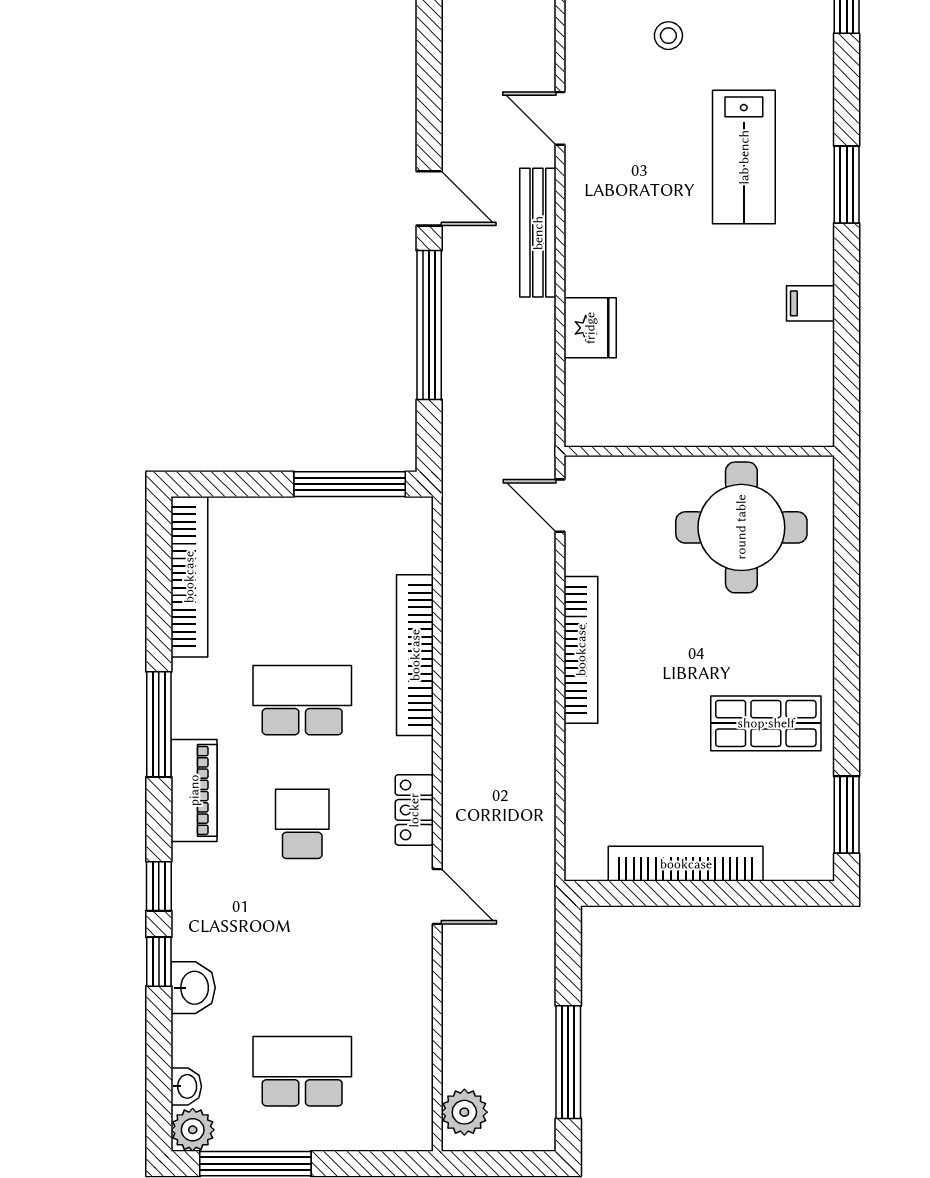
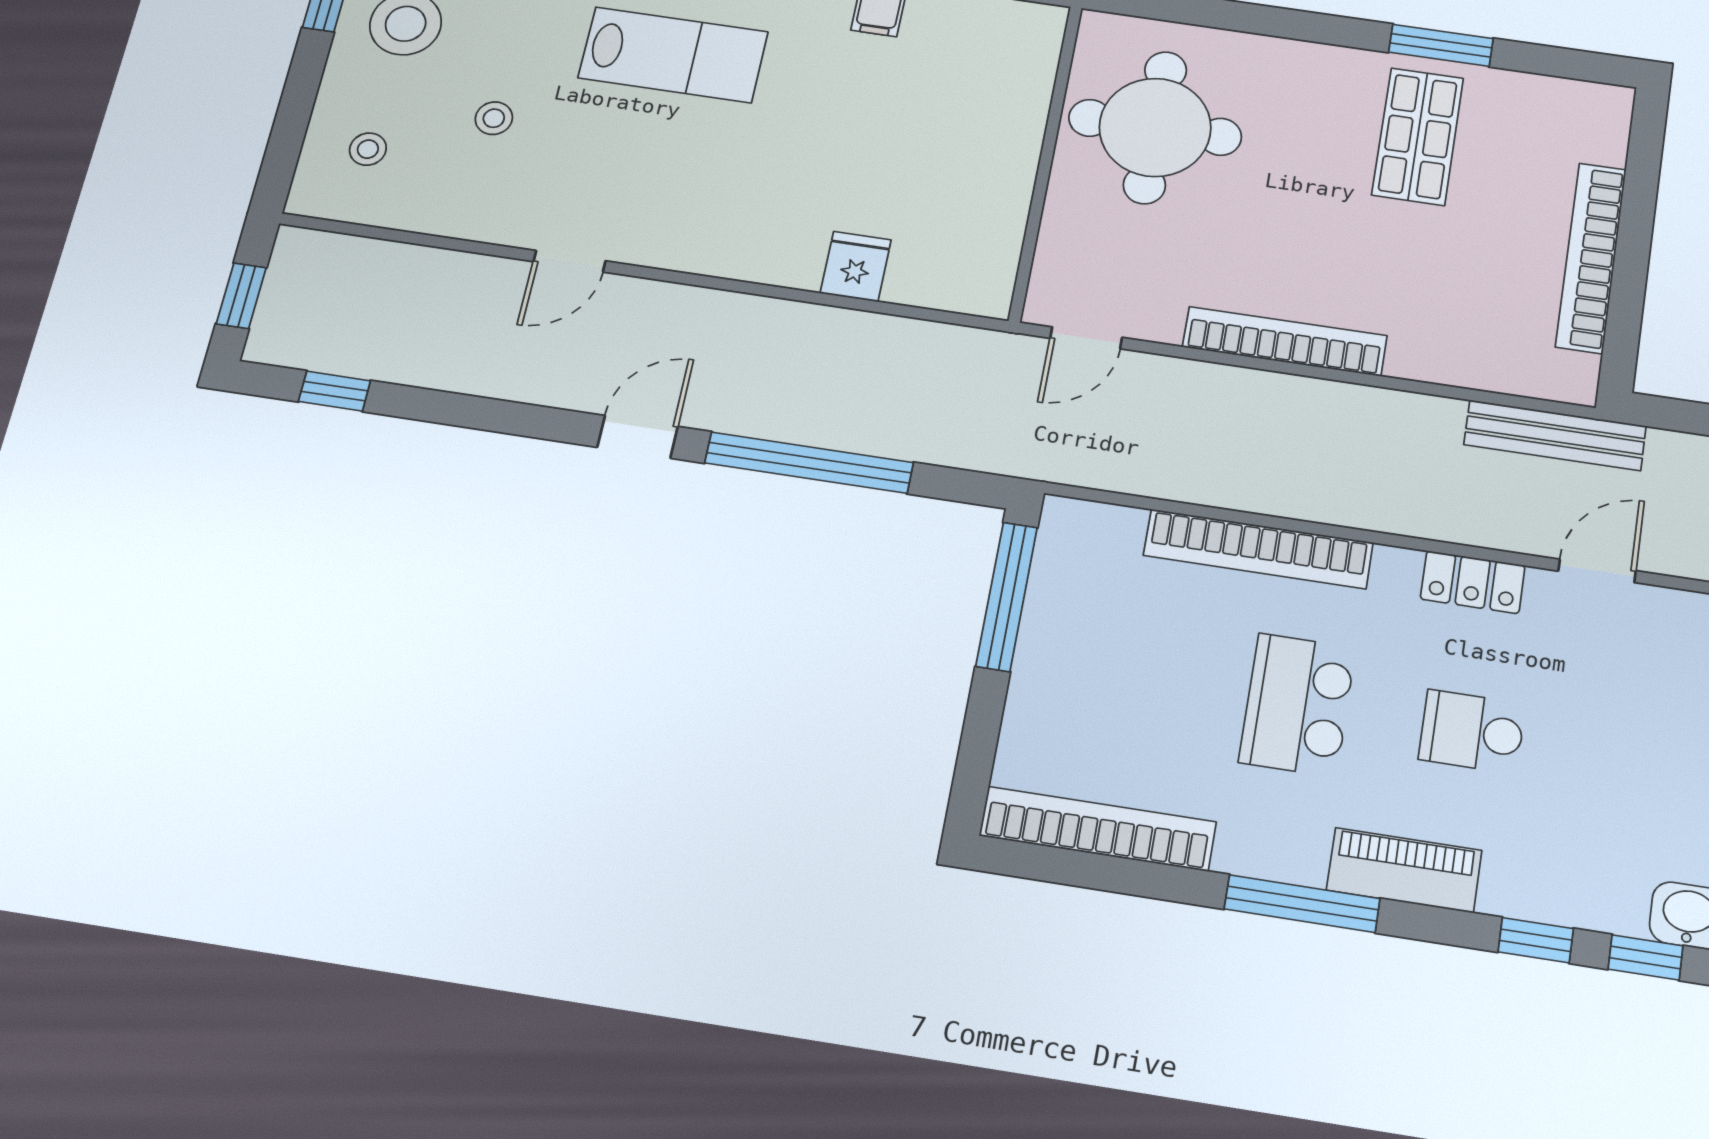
bench: (538, 233) -> (1555, 435), moved
fridge: (590, 328) -> (856, 267), width x0.72
window: (847, 815) -> (1441, 45), moved

